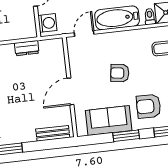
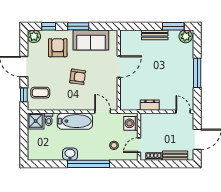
door: (84, 34) -> (103, 112), swing flipped
armchair: (149, 106) -> (58, 48), turned -91
bench: (53, 133) -> (155, 35), moved

